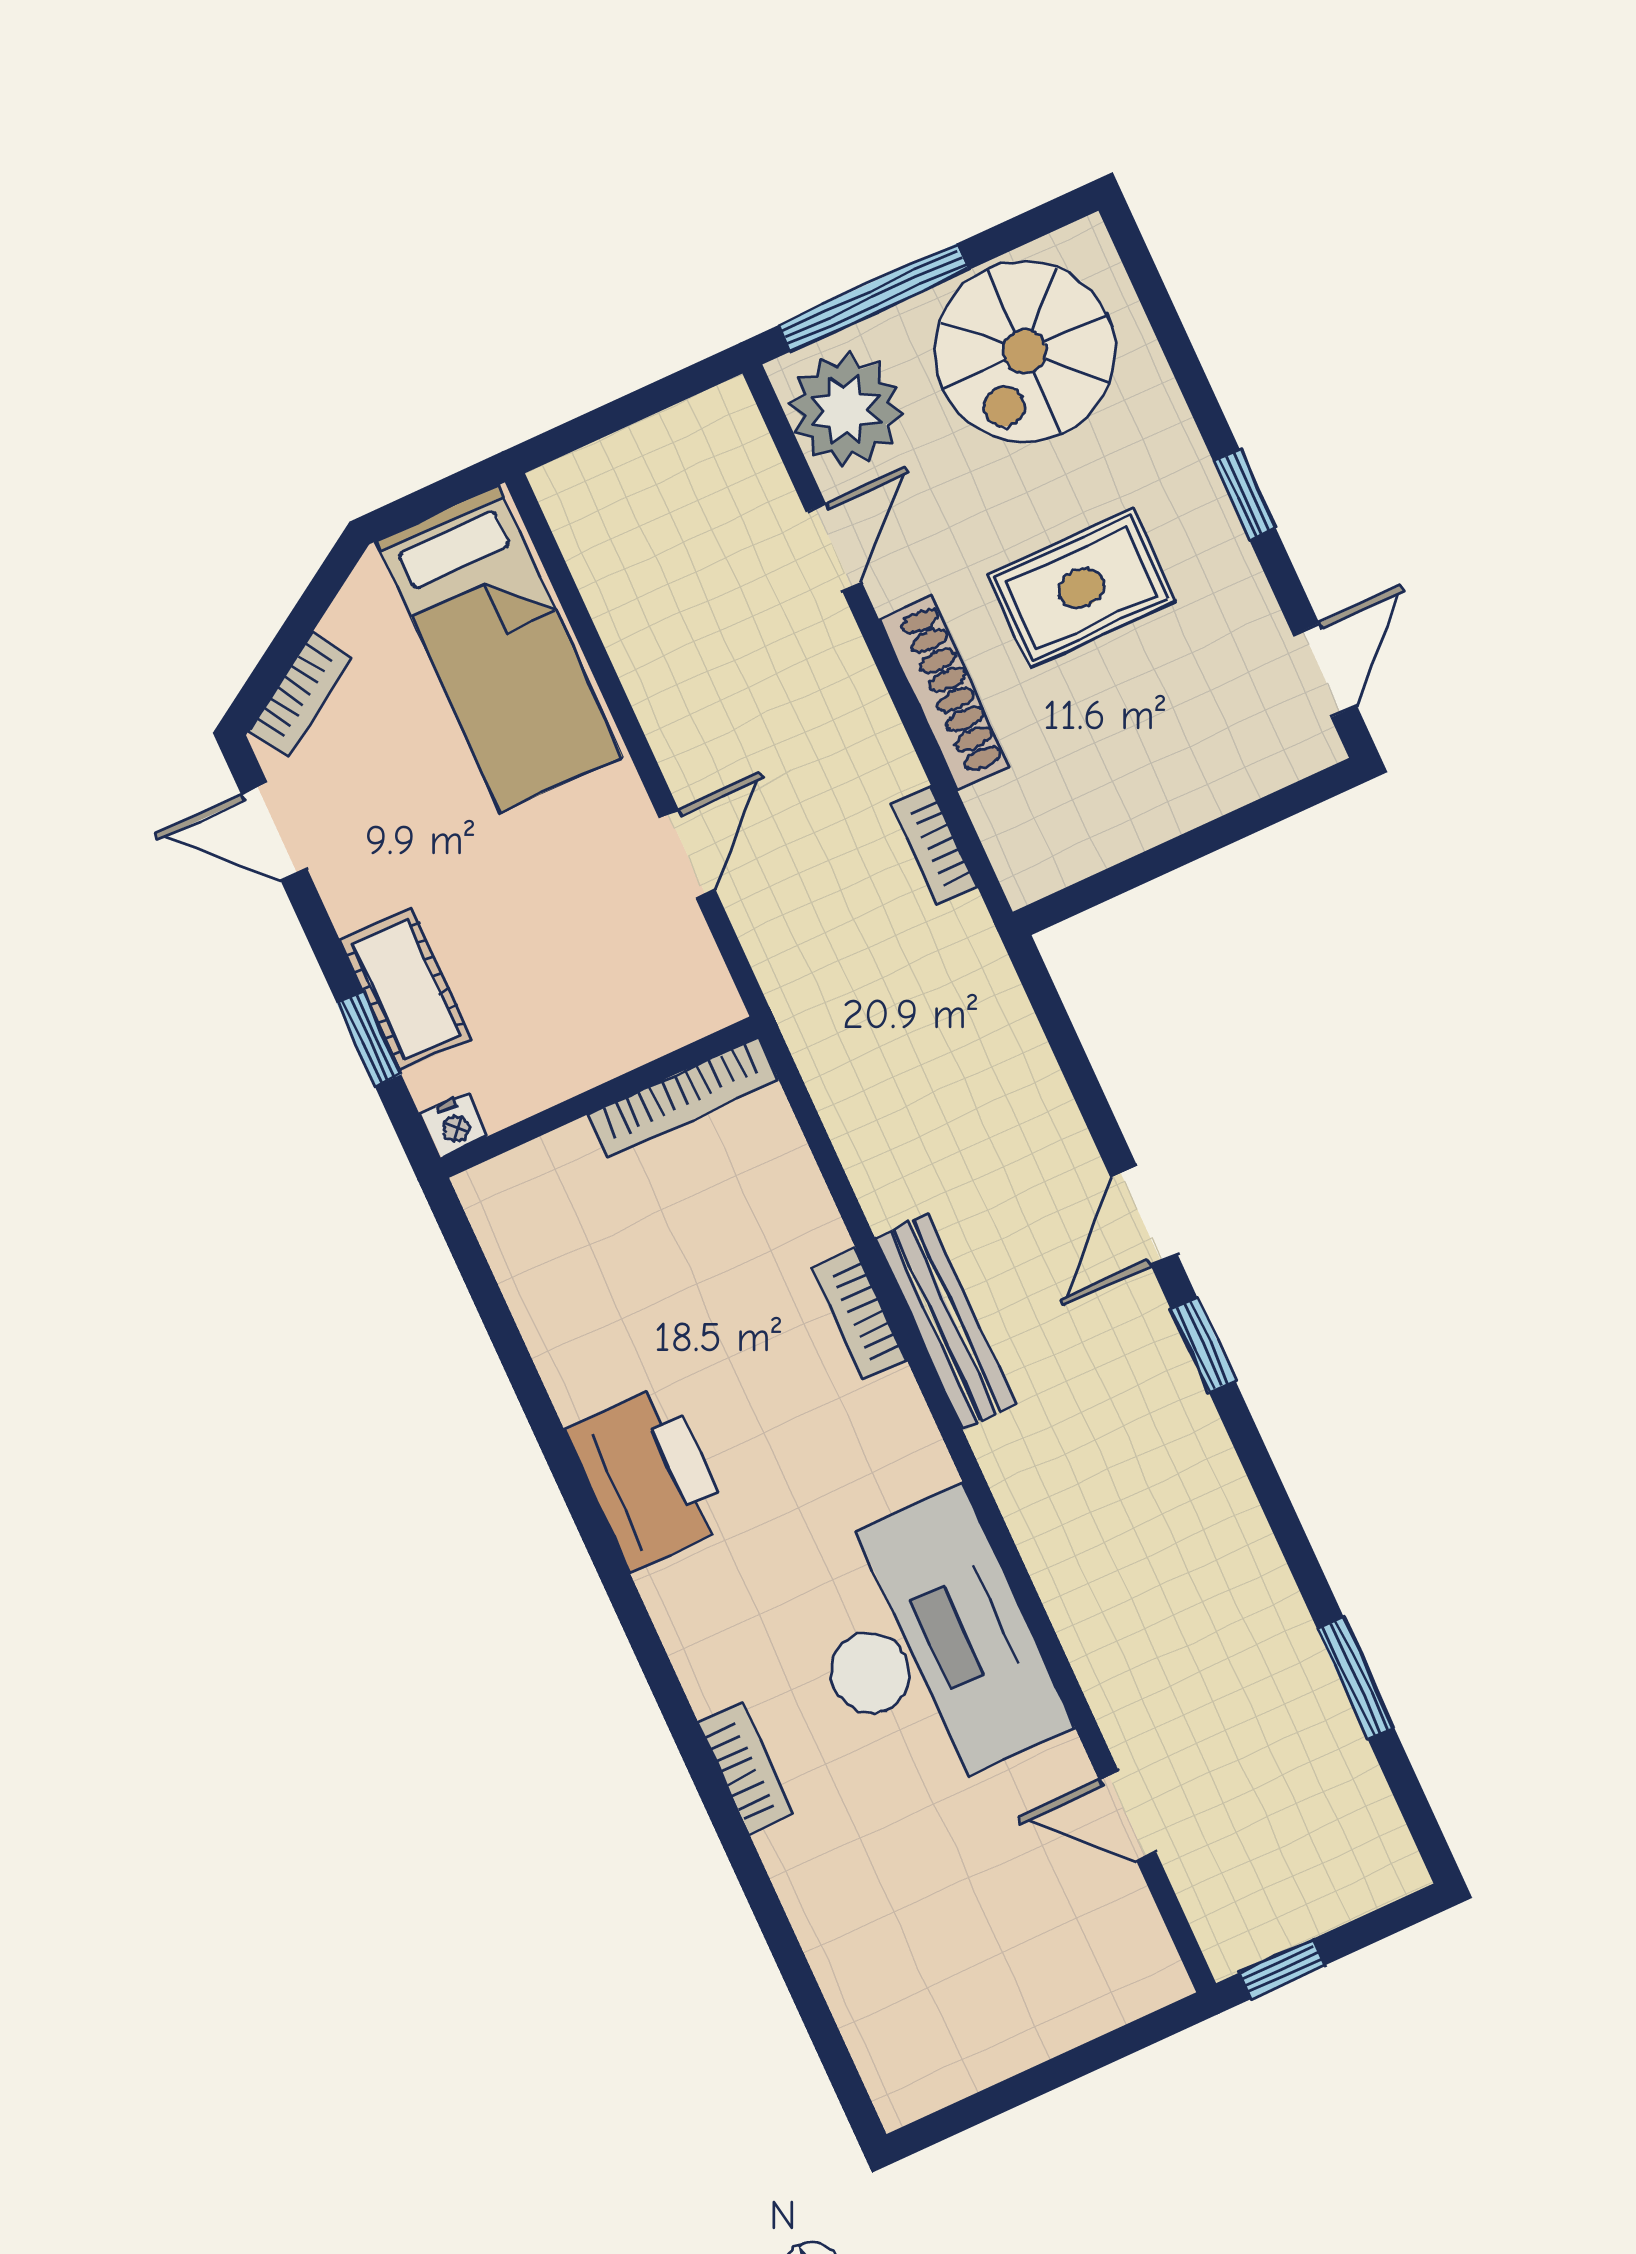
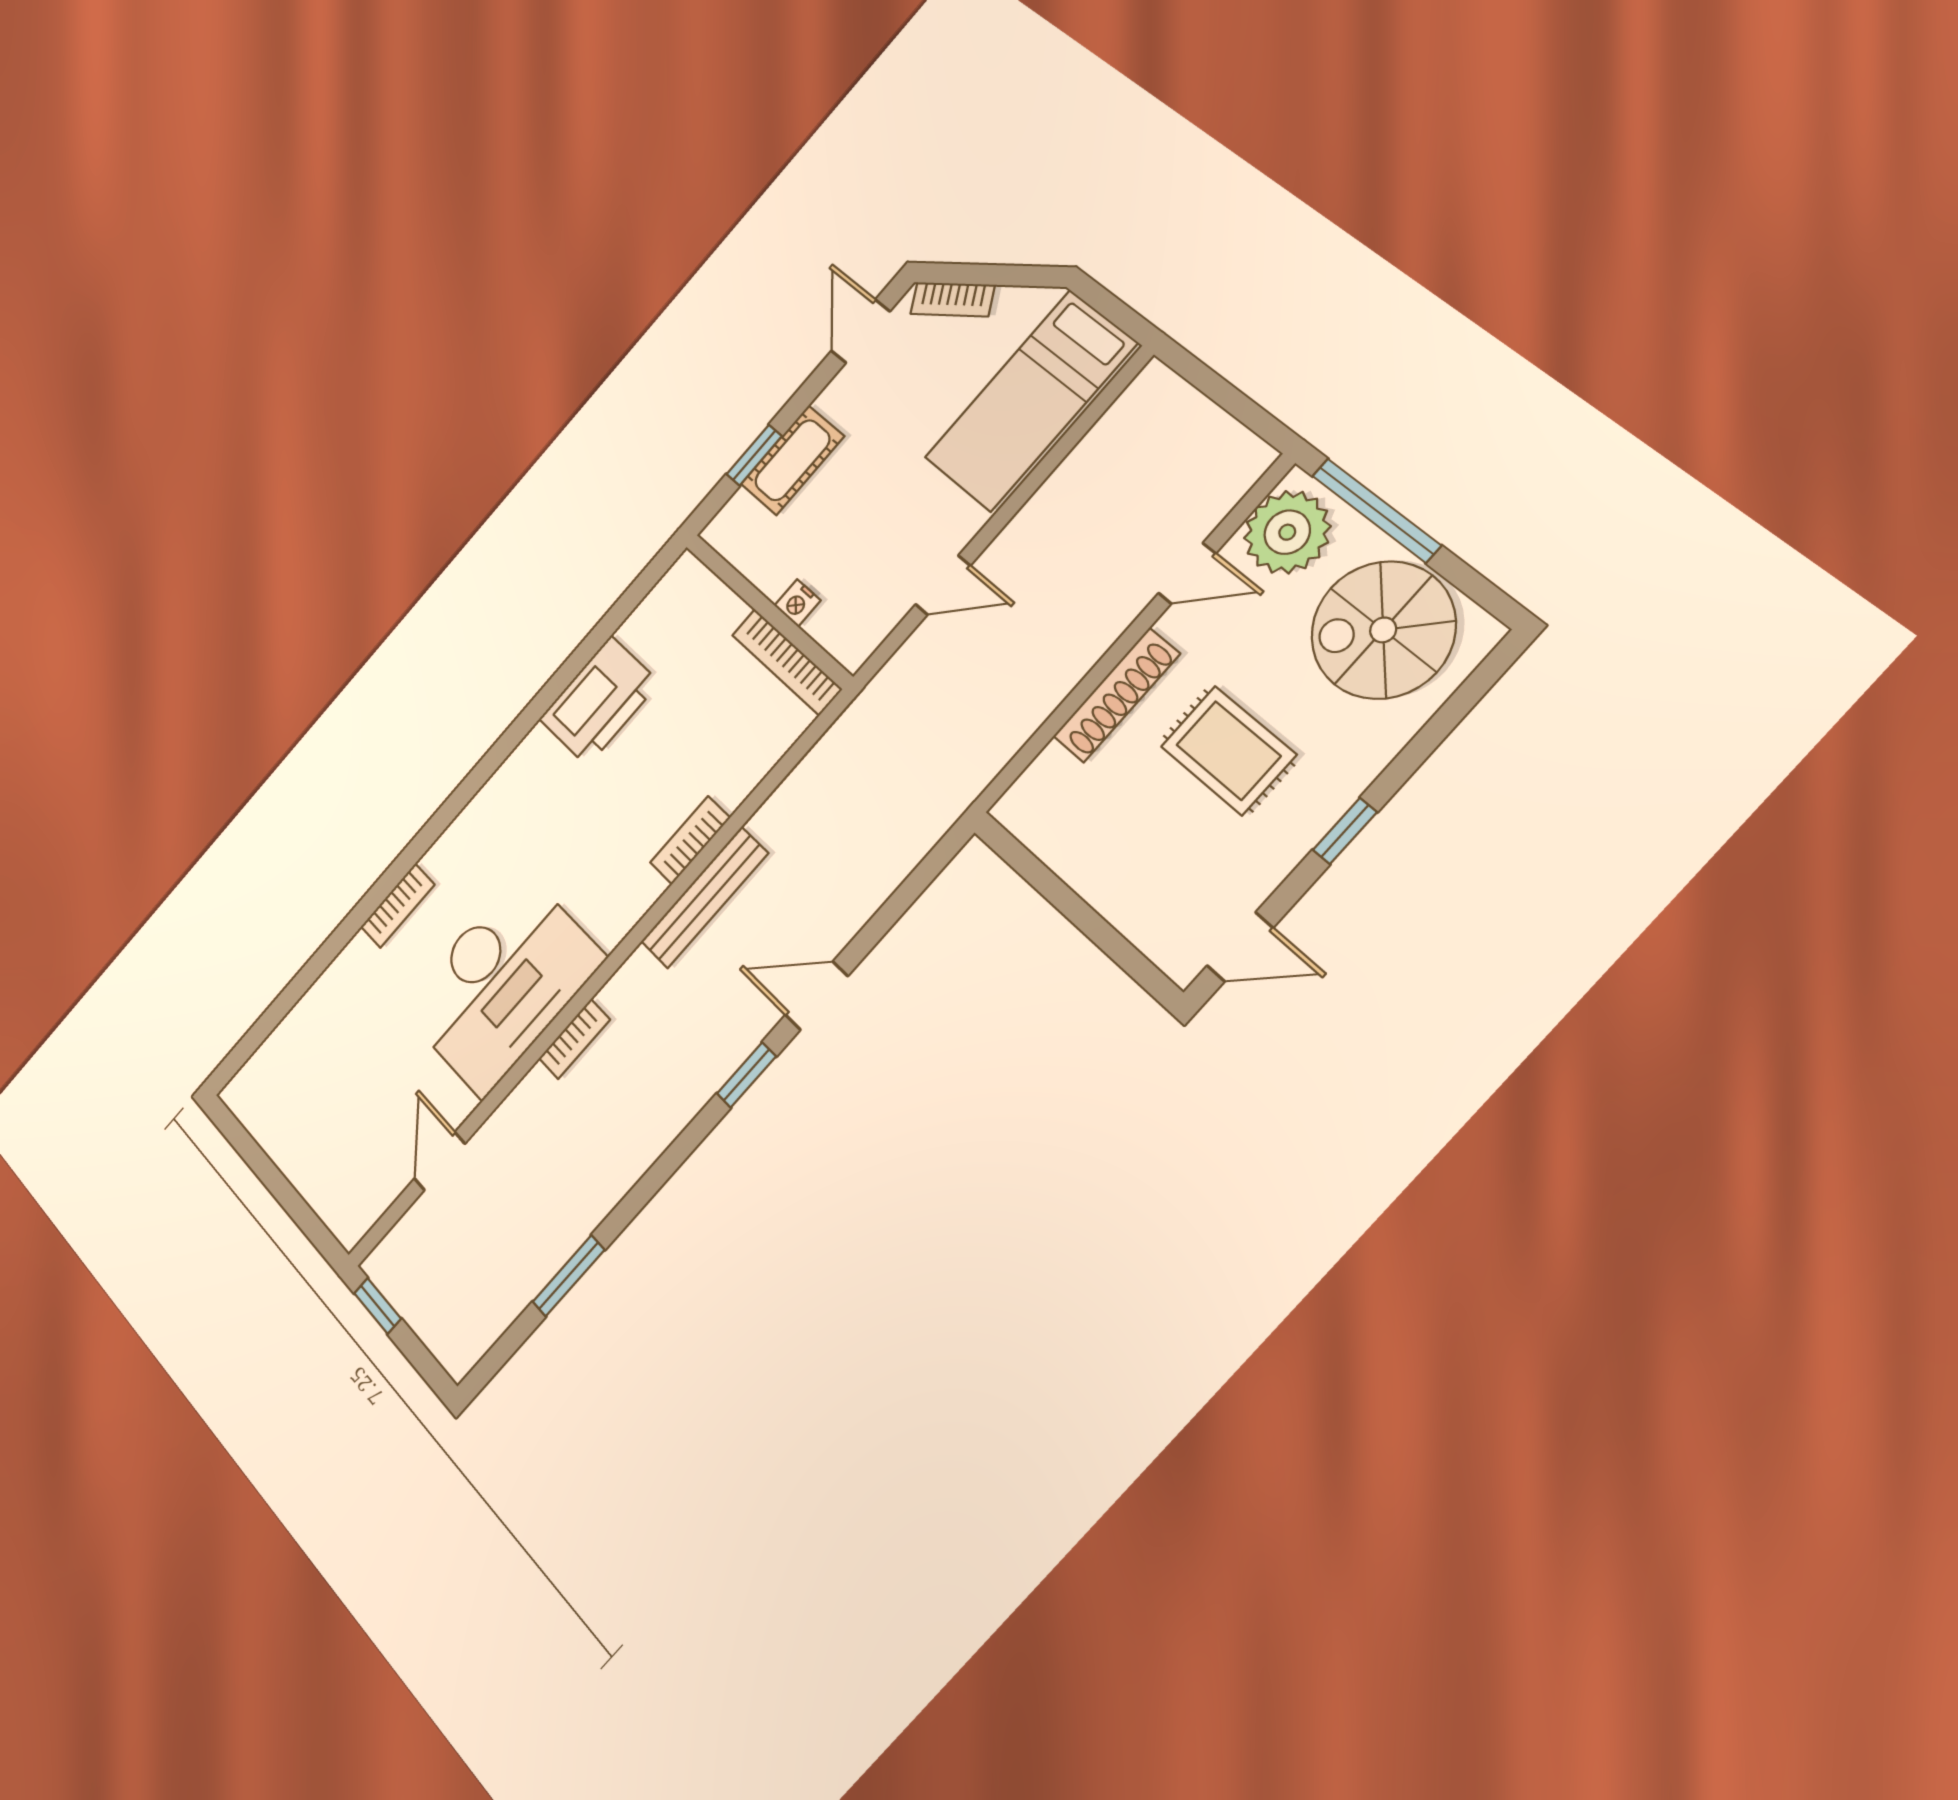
bookcase: (934, 846) -> (574, 1039), moved, turned 180
nightstand: (455, 1125) -> (798, 603), moved
printer: (648, 1477) -> (599, 701), moved

